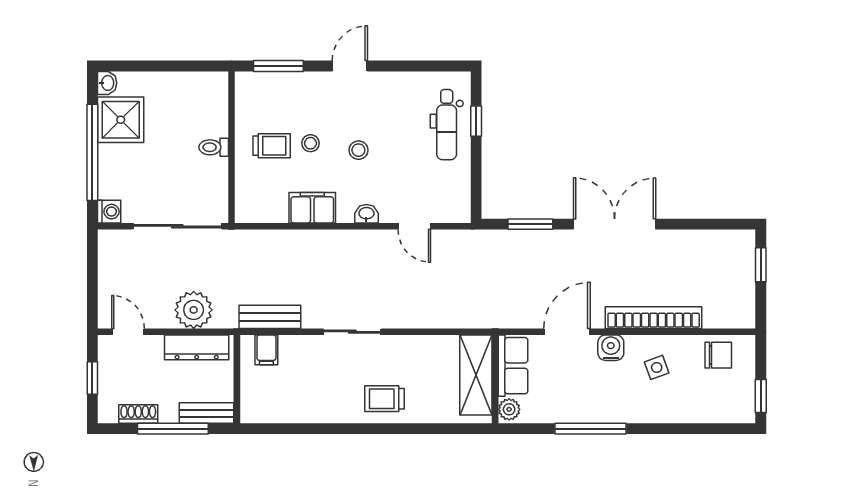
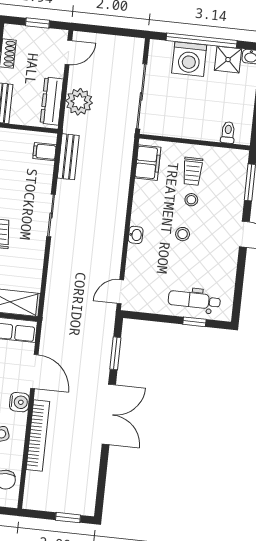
shower: (121, 120) -> (228, 60), width x0.73, depth x0.73
toilet: (214, 147) -> (228, 132), moved
filing cabinet: (312, 208) -> (148, 163), moved
washing machine: (109, 212) -> (189, 59), moved, width x1.89, depth x1.89
door: (414, 226) -> (120, 292), moved

